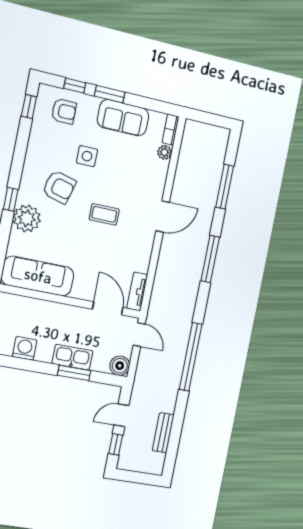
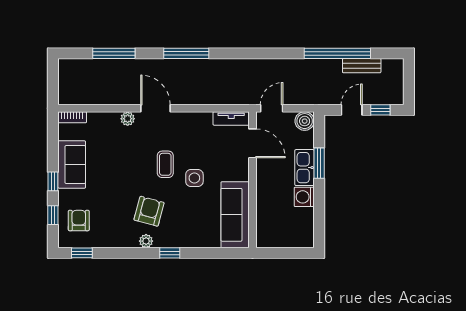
window: (110, 94) -> (53, 181), width x0.67
plant: (165, 152) -> (128, 119), moved
side table: (87, 156) -> (194, 178), moved
plant: (27, 218) -> (146, 241), moved, width x0.53, depth x0.53
door: (108, 308) -> (253, 143), swing flipped
washing machine: (25, 348) -> (304, 197), moved
window: (191, 357) -> (337, 53), moved
door: (121, 415) -> (352, 110), swing flipped

